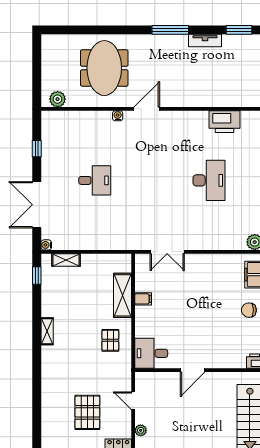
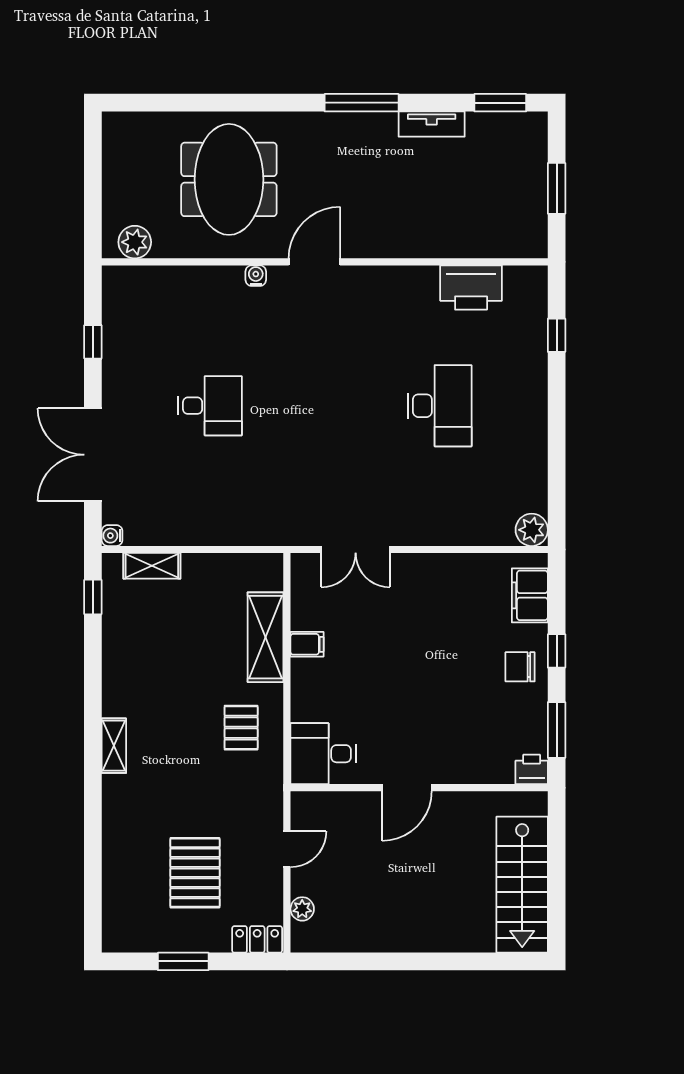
shelving: (47, 331) -> (114, 746), moved
door: (133, 401) -> (287, 849), swing flipped

